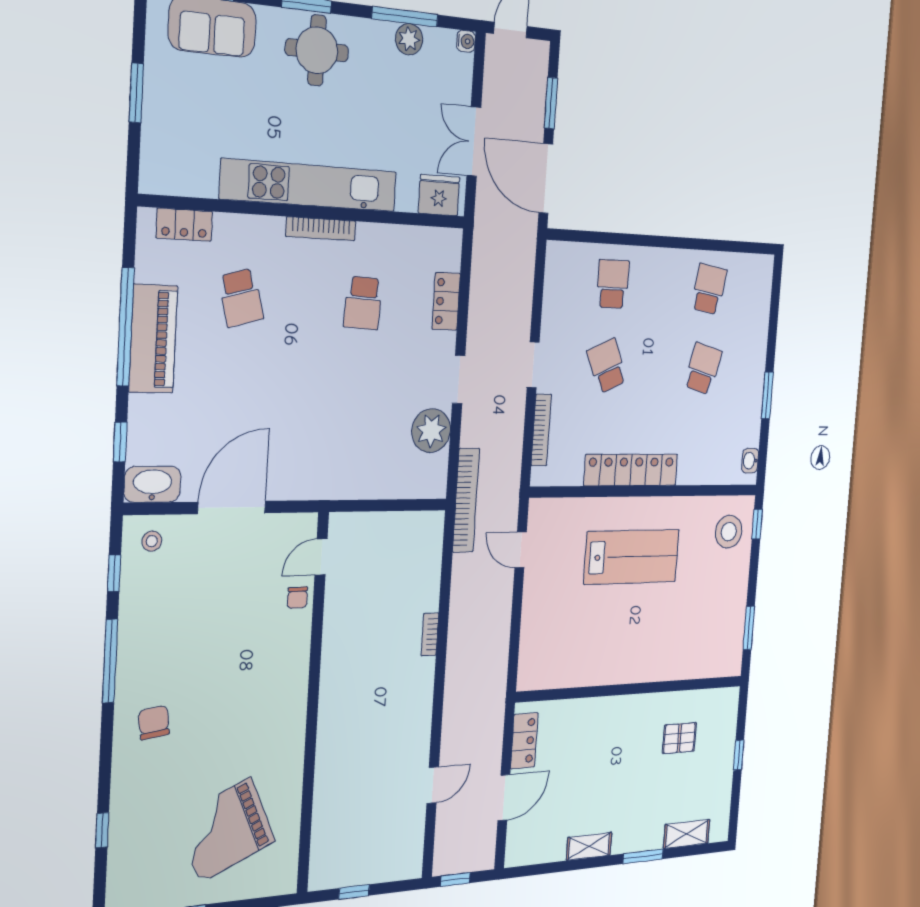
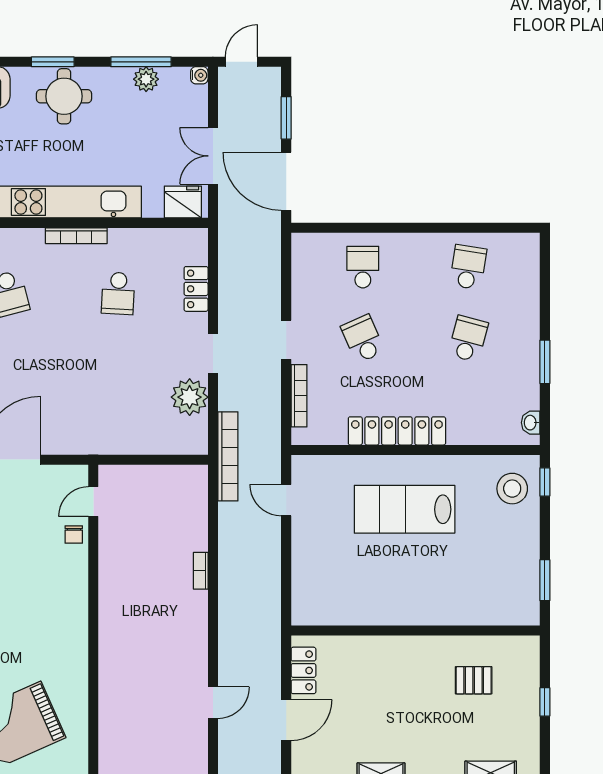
lab bench: (632, 557) -> (405, 509), turned 180

